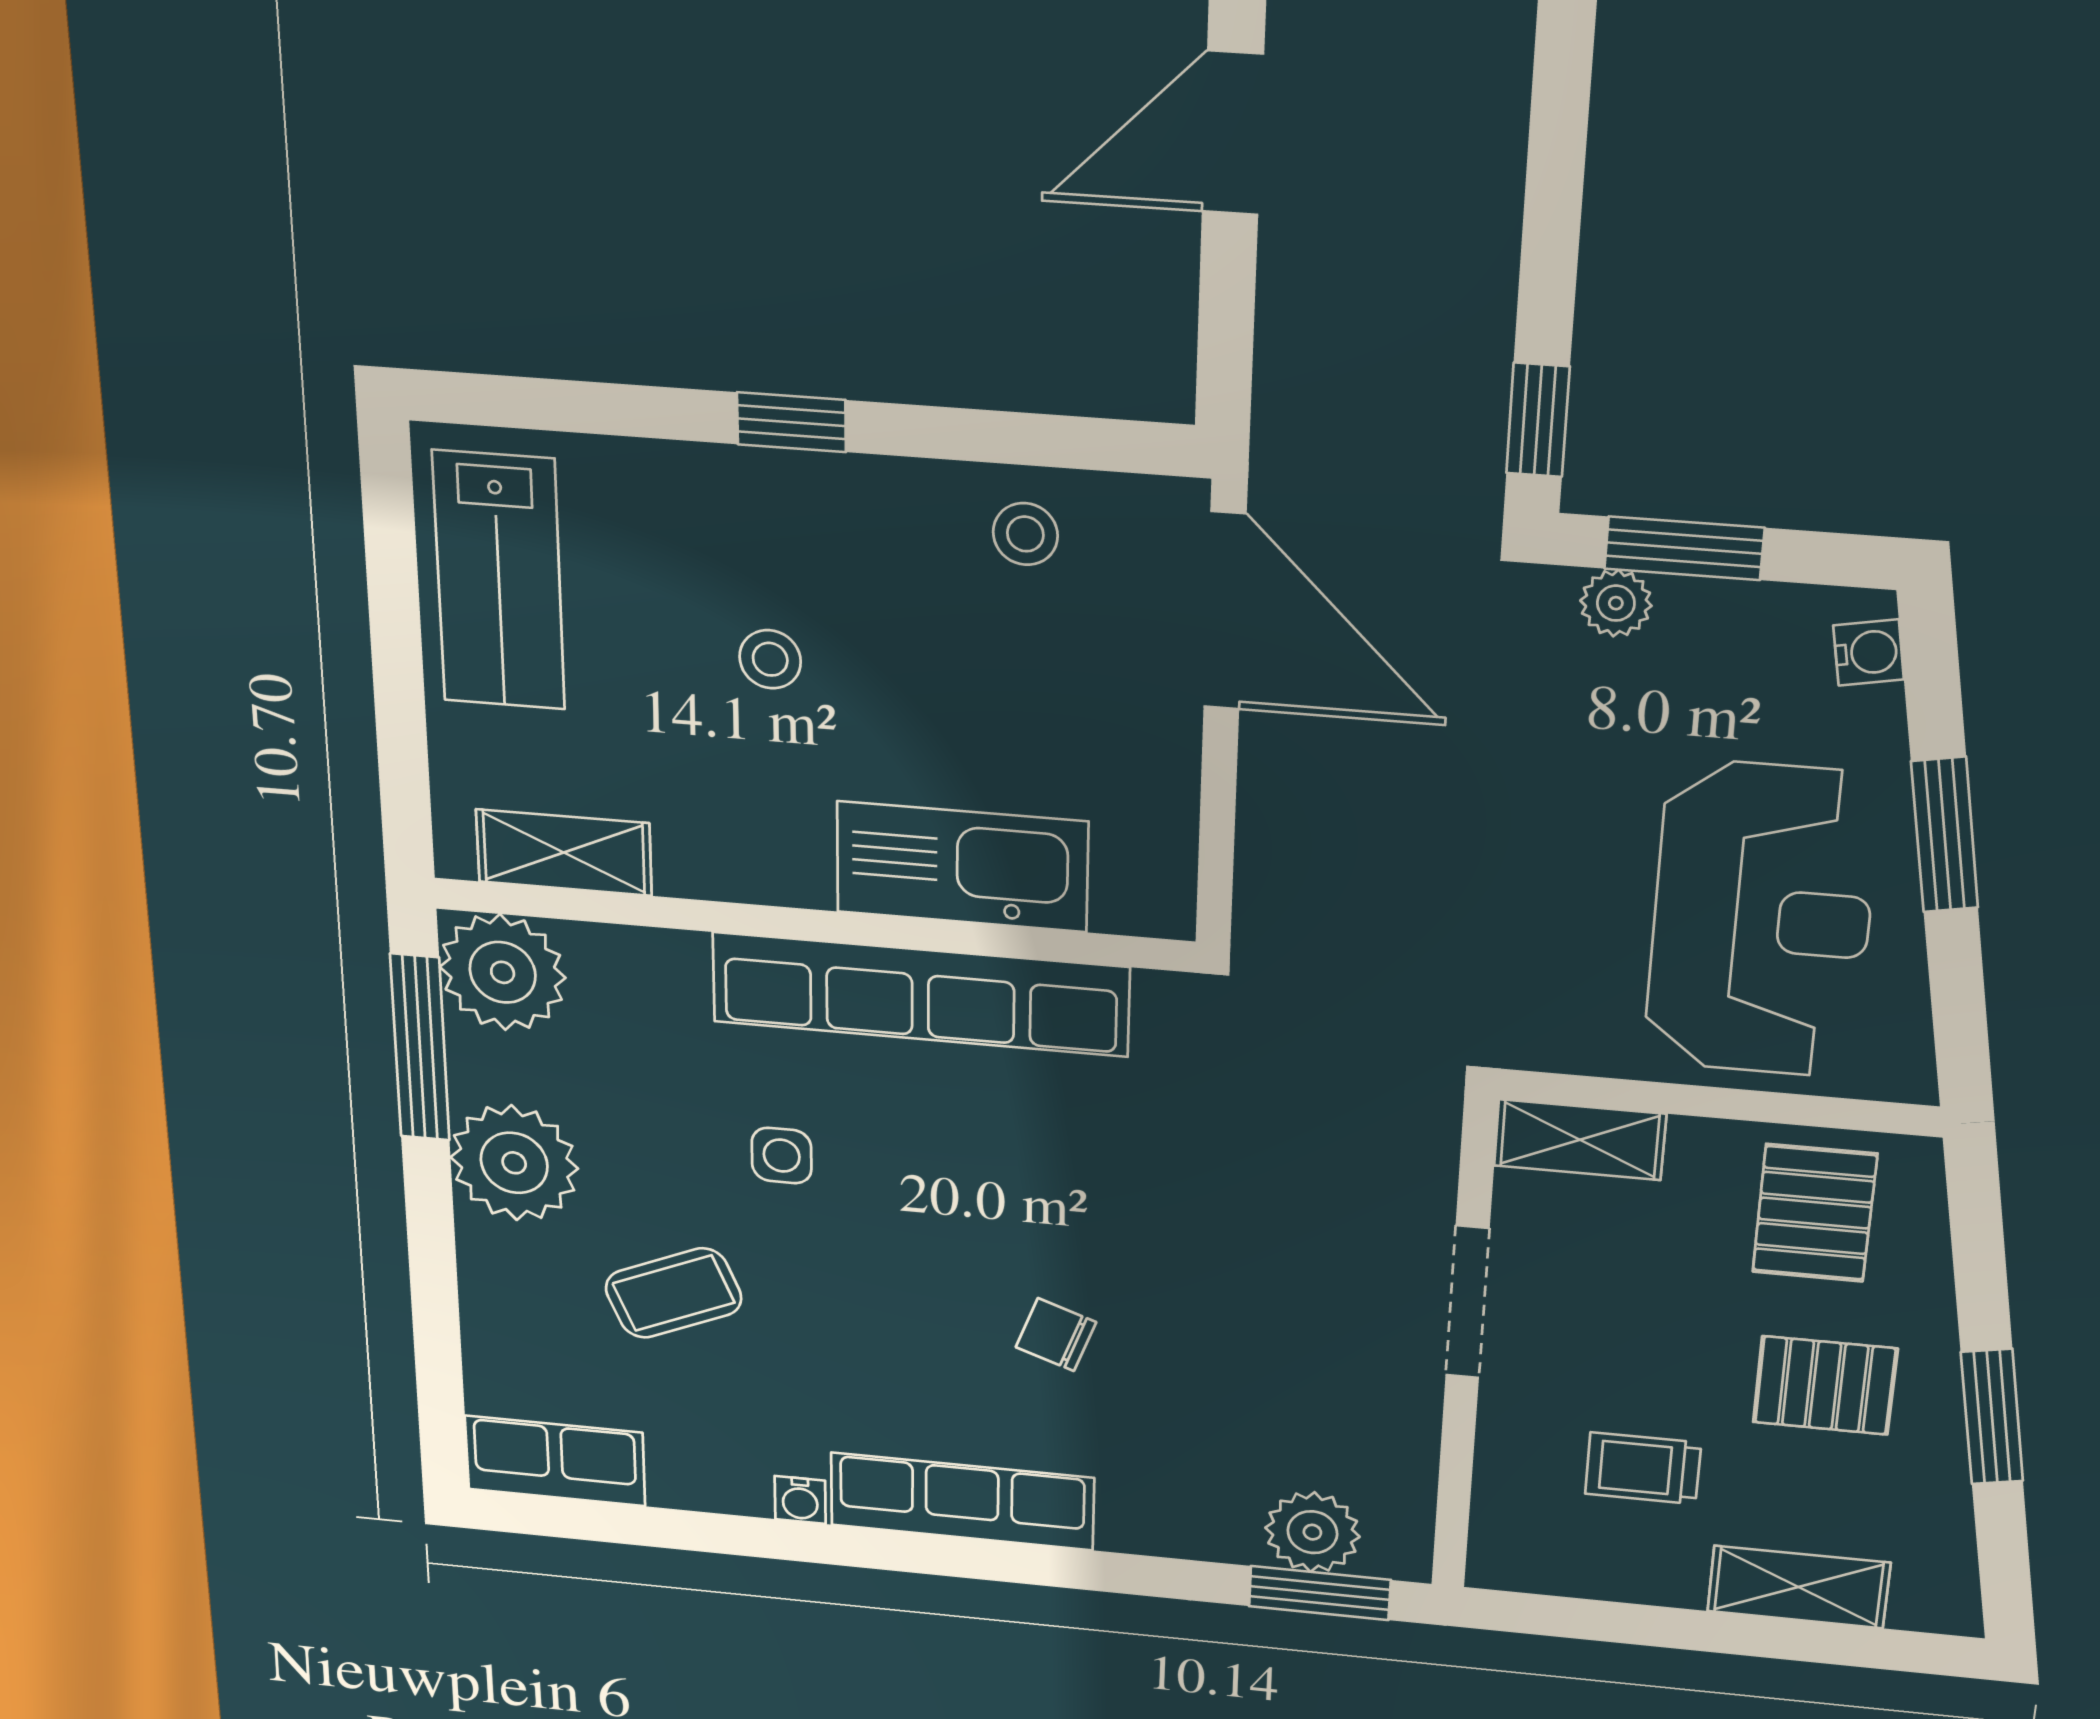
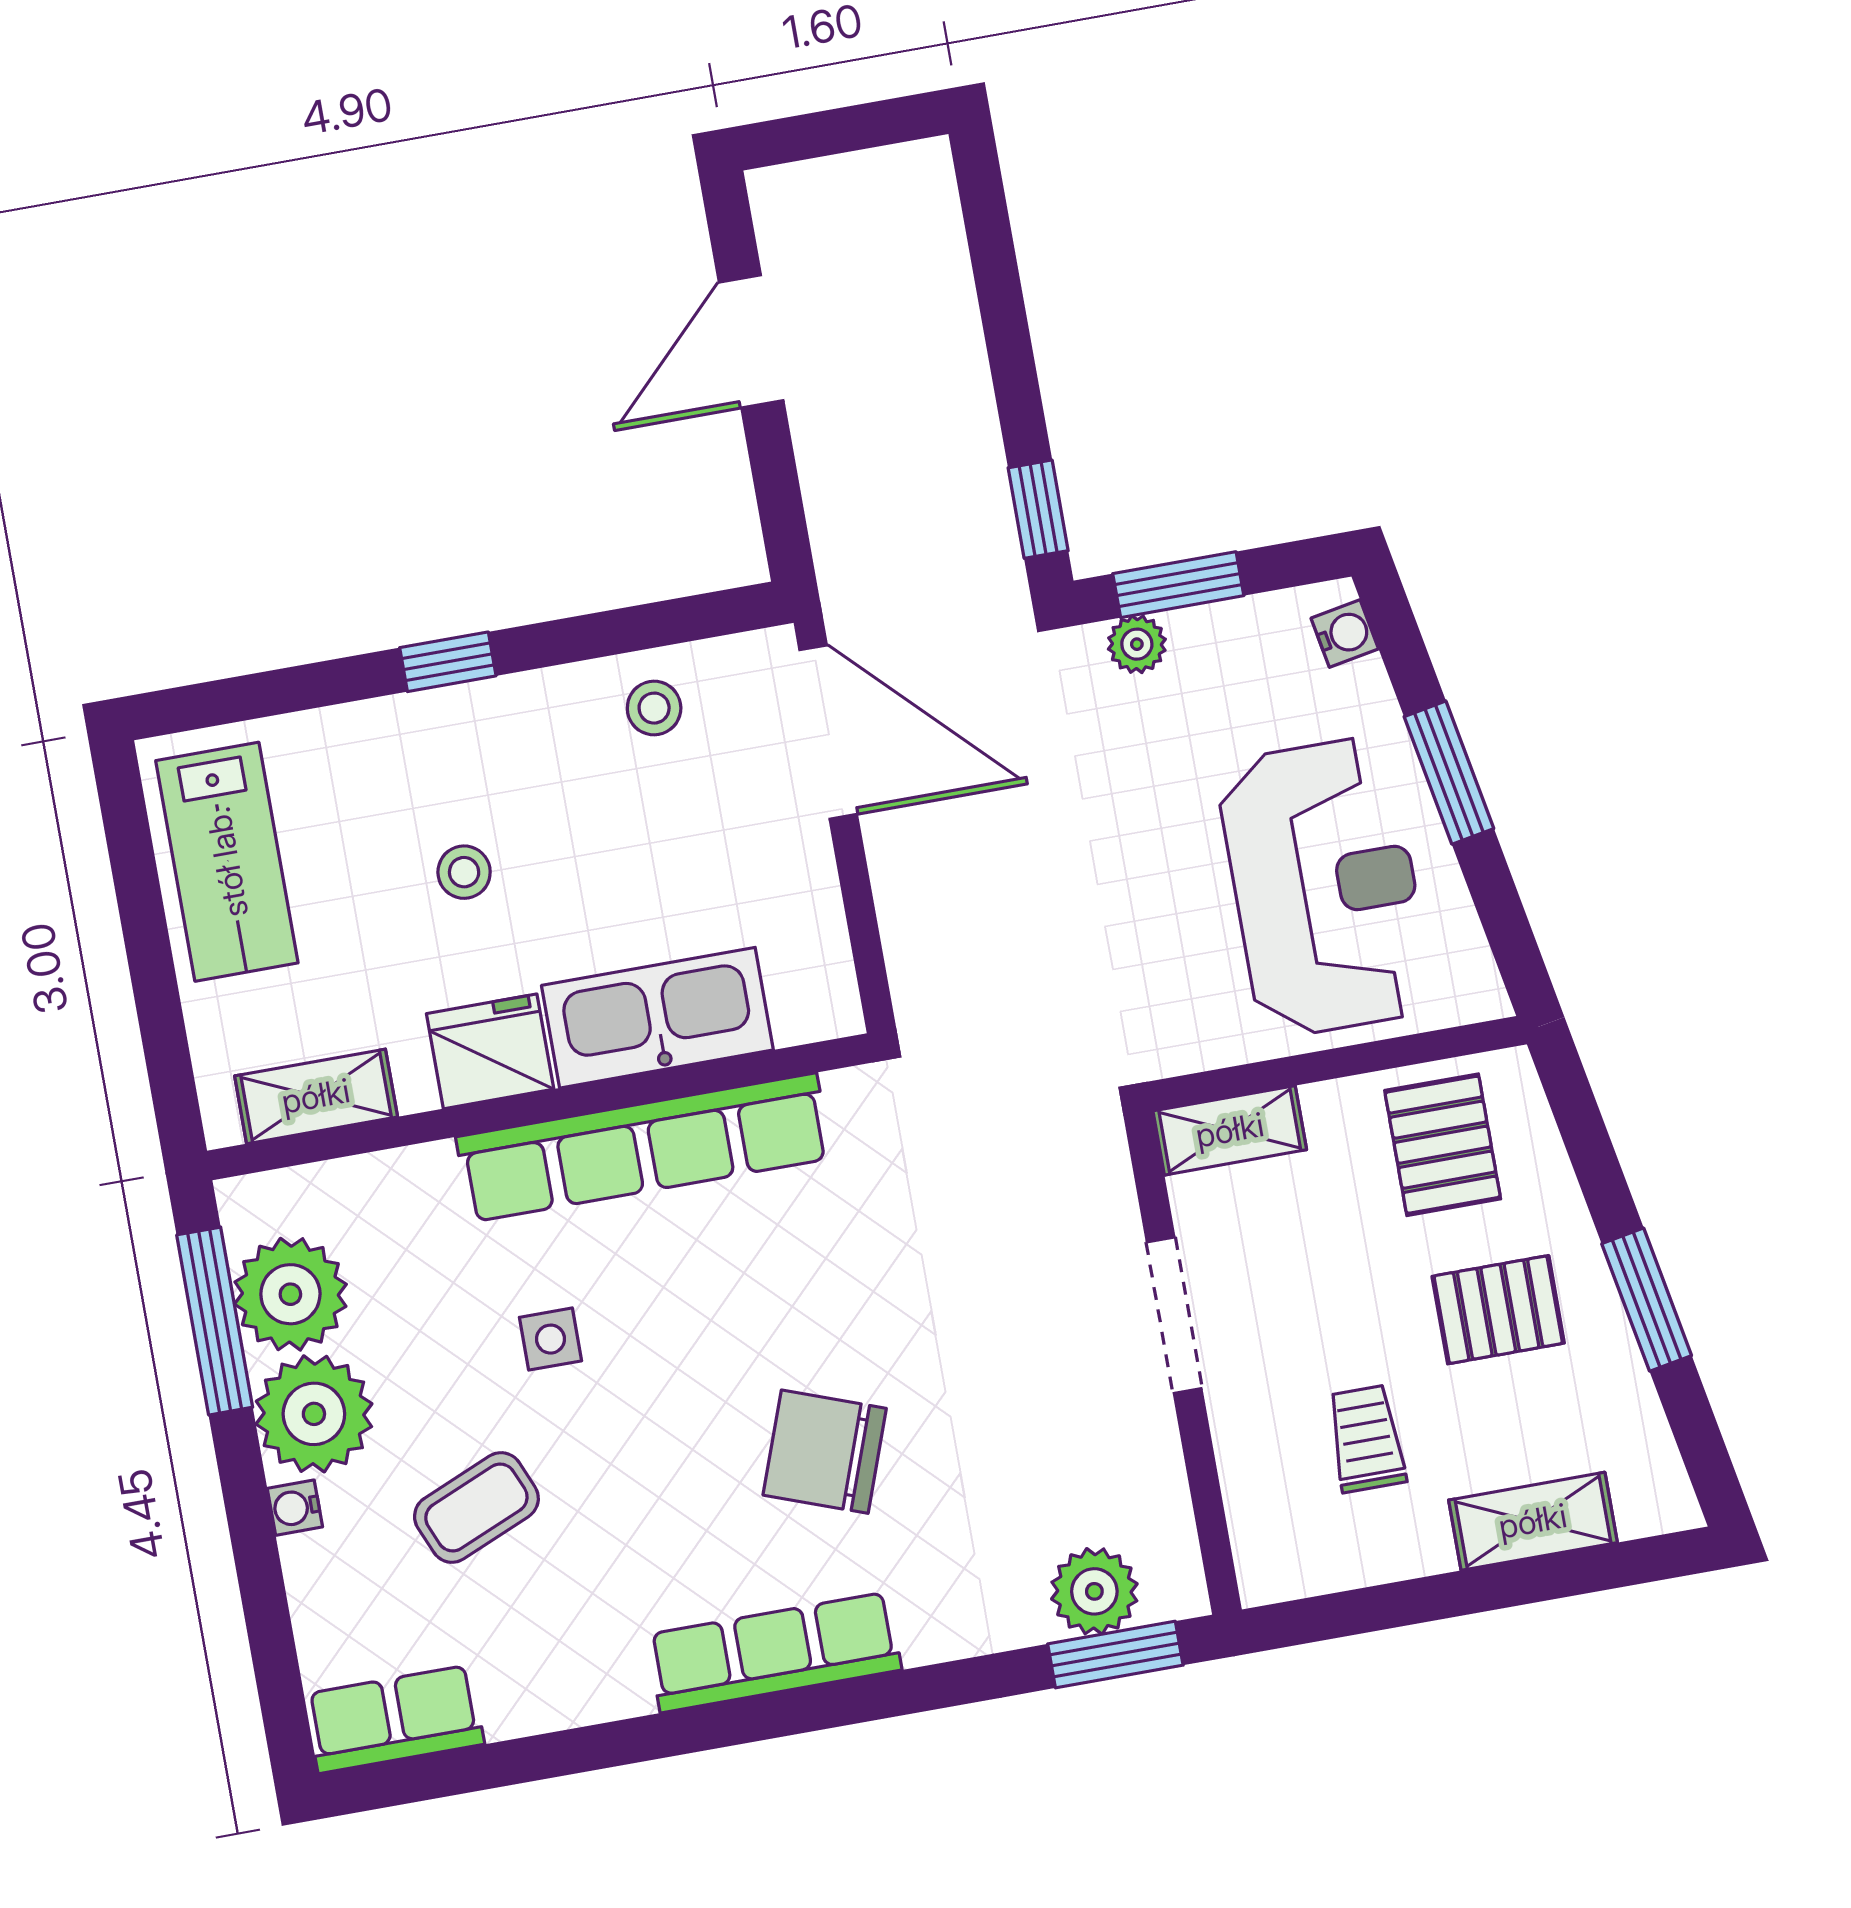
fridge: (767, 855) -> (490, 1051), added
plant: (503, 972) -> (290, 1294), moved
chair: (1056, 1335) -> (825, 1452), width x1.87, depth x1.87
trolley: (1643, 1468) -> (1366, 1439), turned 90
water cooler: (800, 1500) -> (295, 1508), moved, turned 90

